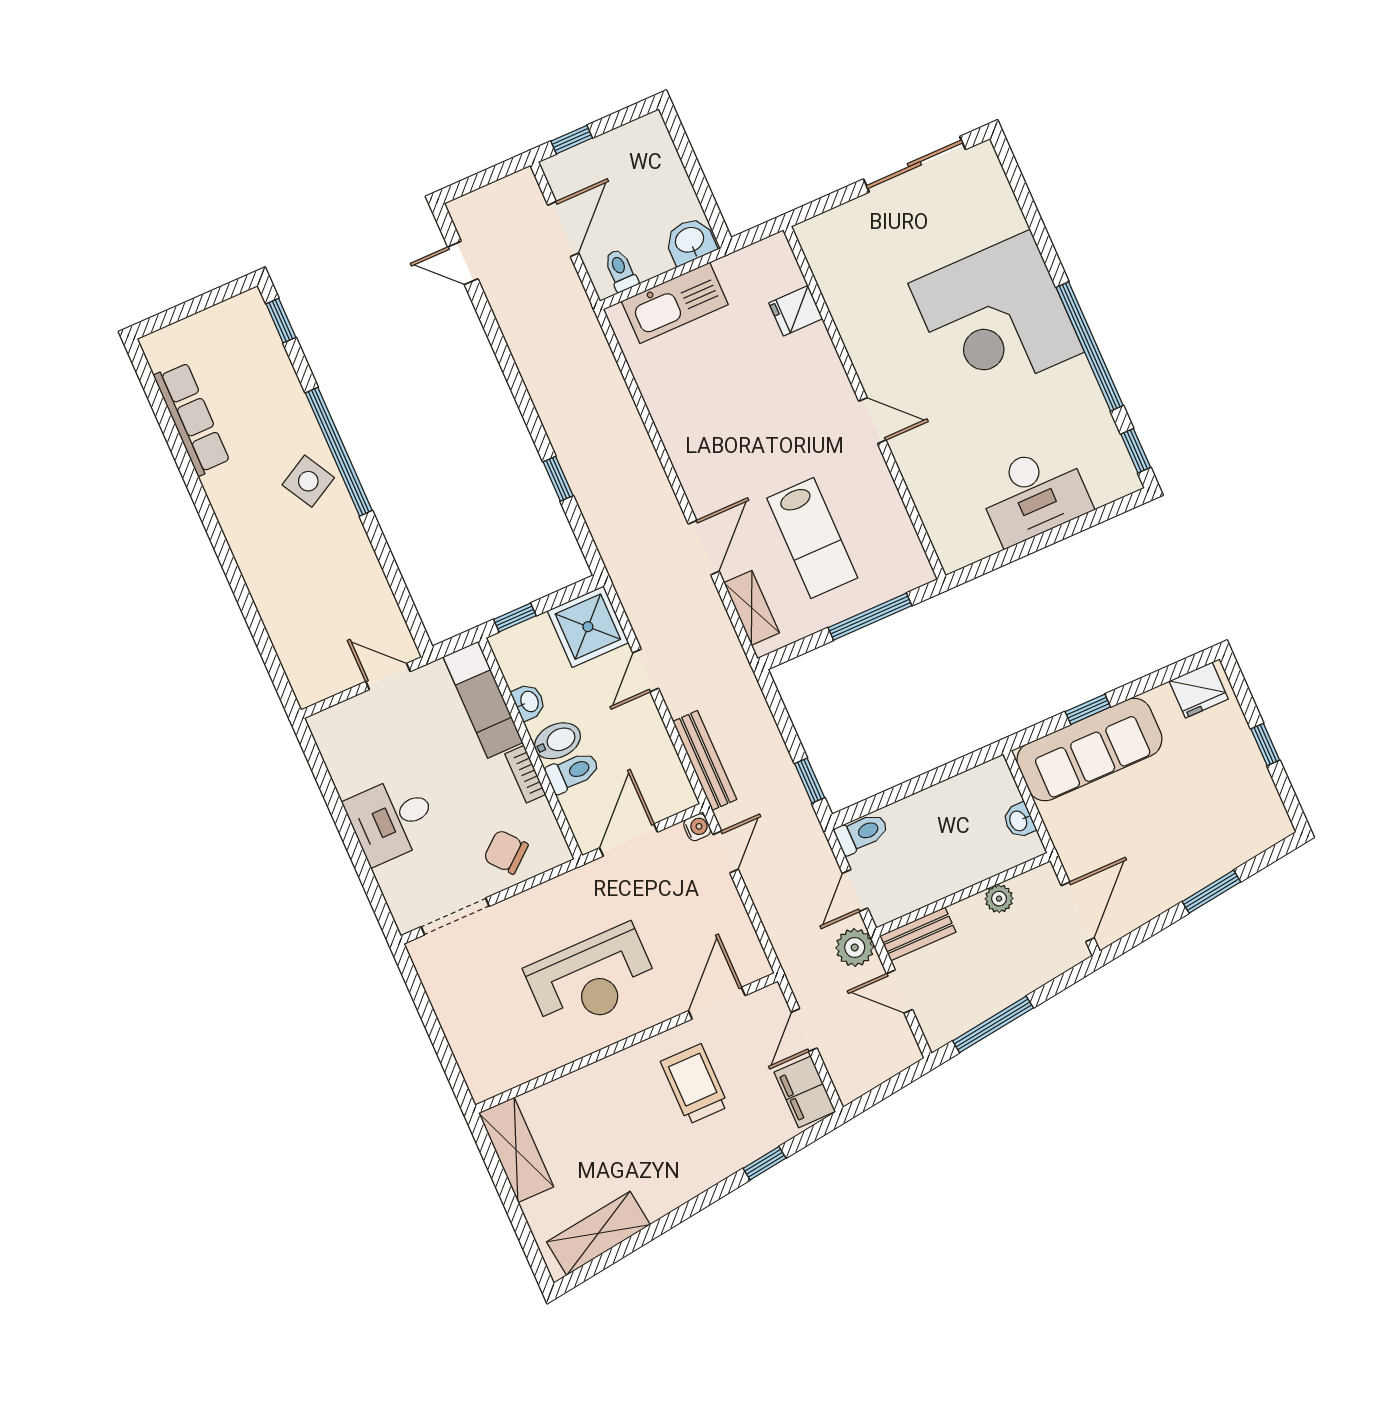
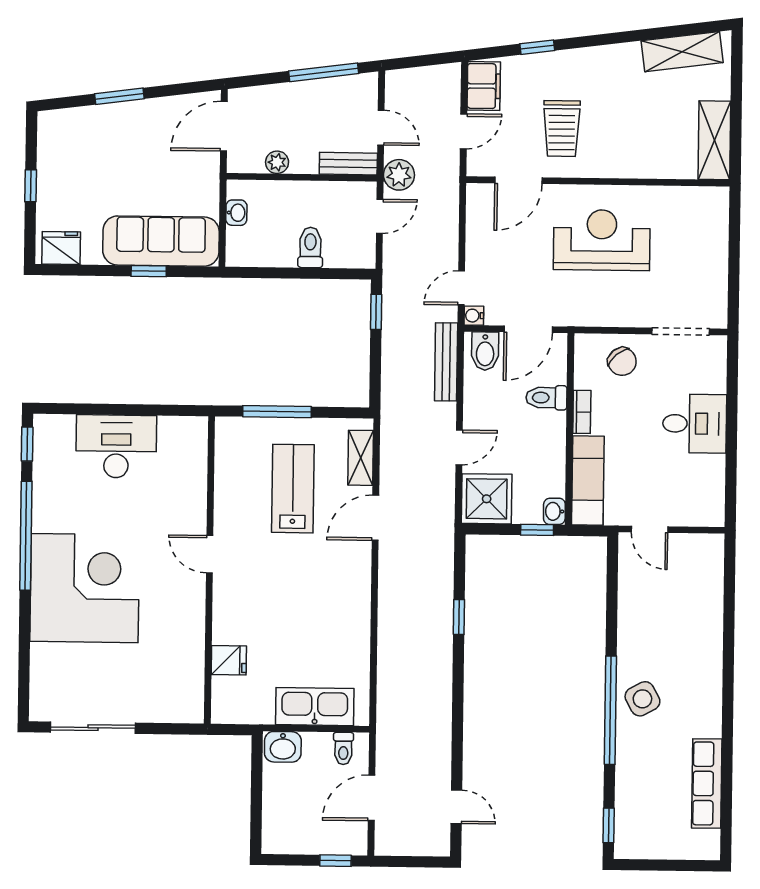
washbasin: (529, 702) -> (554, 511), moved
bidet: (558, 741) -> (485, 351), moved, turned -90
toilet: (862, 833) -> (310, 247), moved, turned 90

